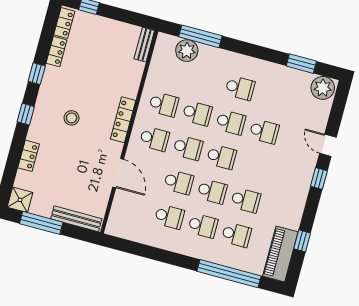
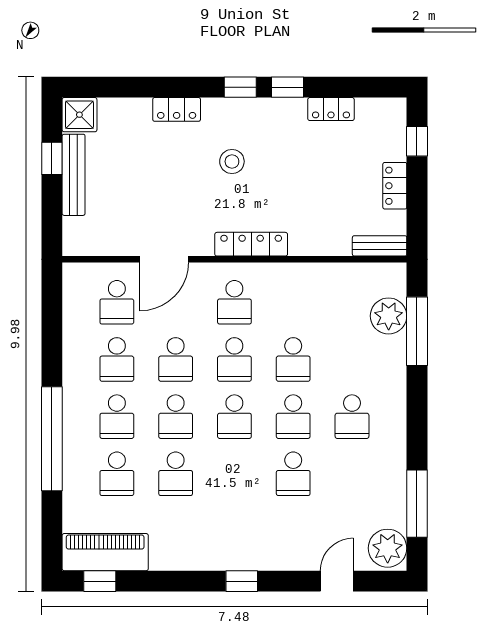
locker: (64, 23) -> (395, 186), moved, turned 90
window: (301, 64) -> (417, 504), width x1.44
school desk: (164, 104) -> (117, 302), moved
window: (26, 114) -> (240, 87), moved
door: (328, 145) -> (337, 581), moved
locker: (29, 156) -> (177, 109), moved
bench: (76, 219) -> (74, 175), moved
window: (41, 223) -> (52, 158), width x0.46
window: (302, 241) -> (100, 581), moved
window: (229, 274) -> (52, 439), moved

